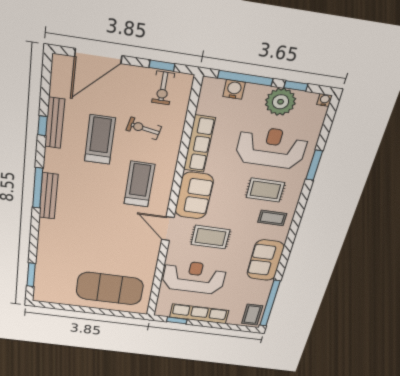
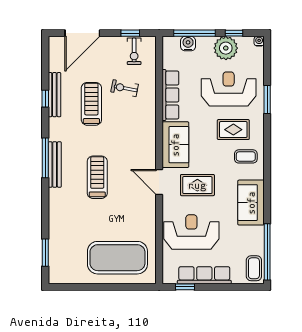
treadmill: (139, 184) -> (97, 177), moved

